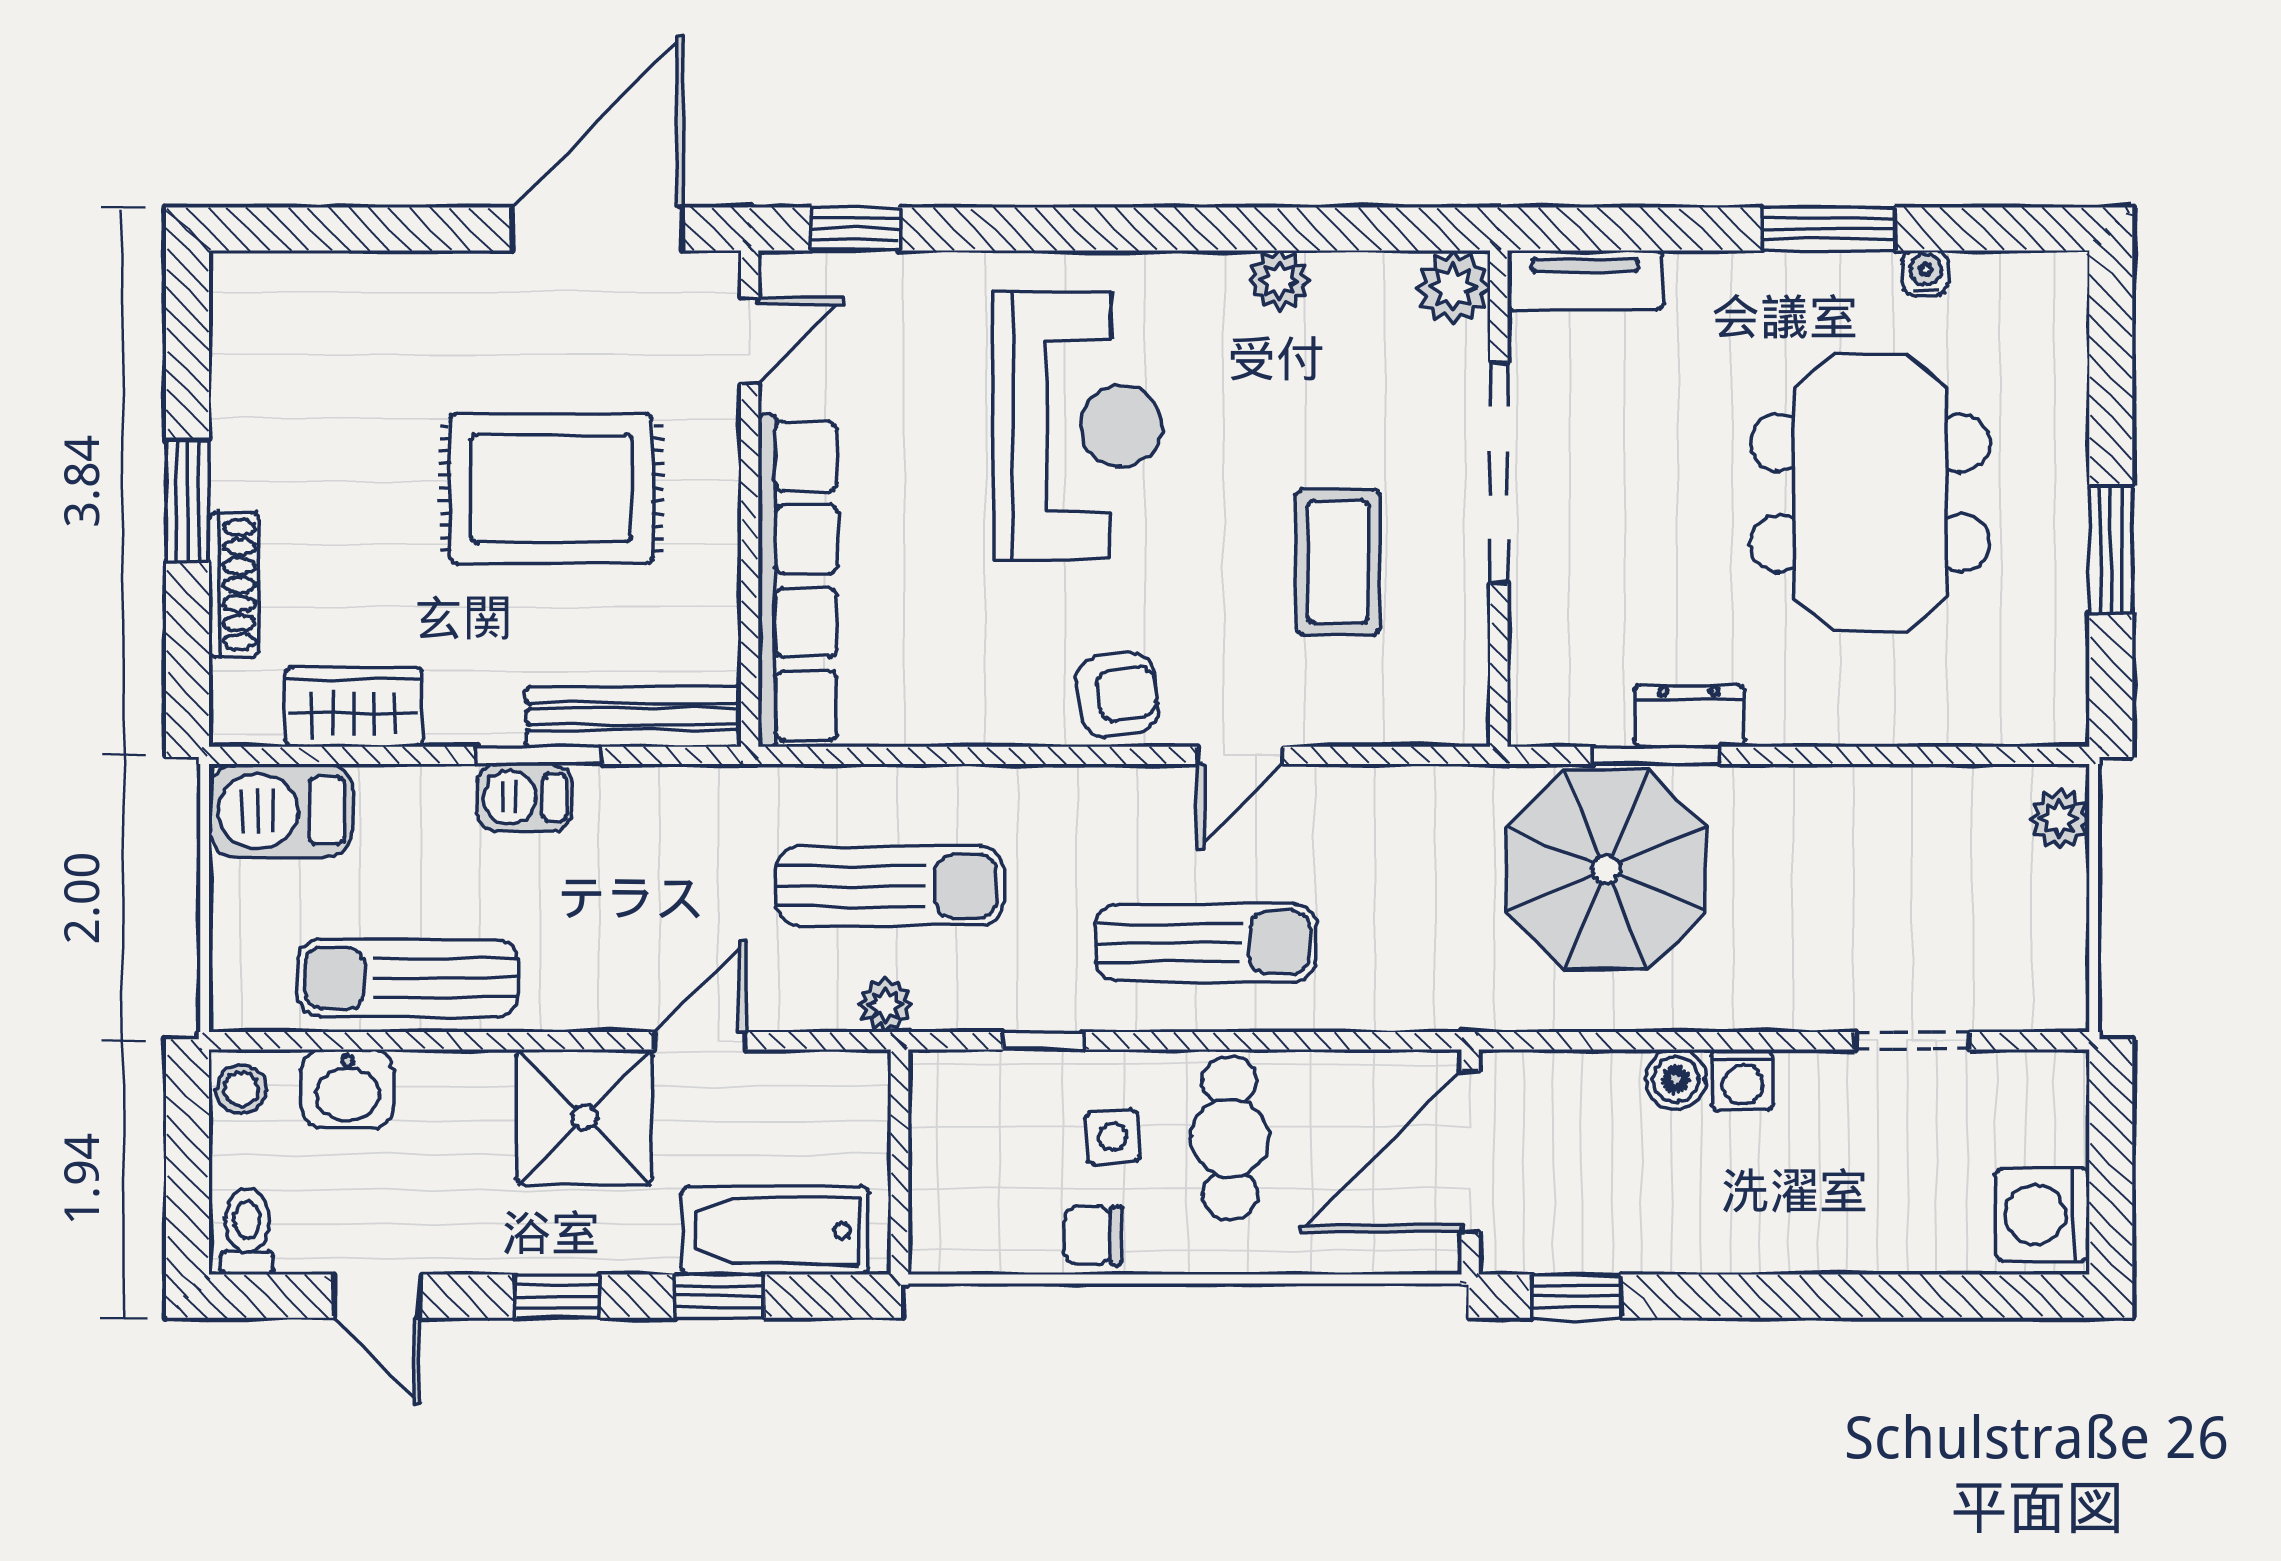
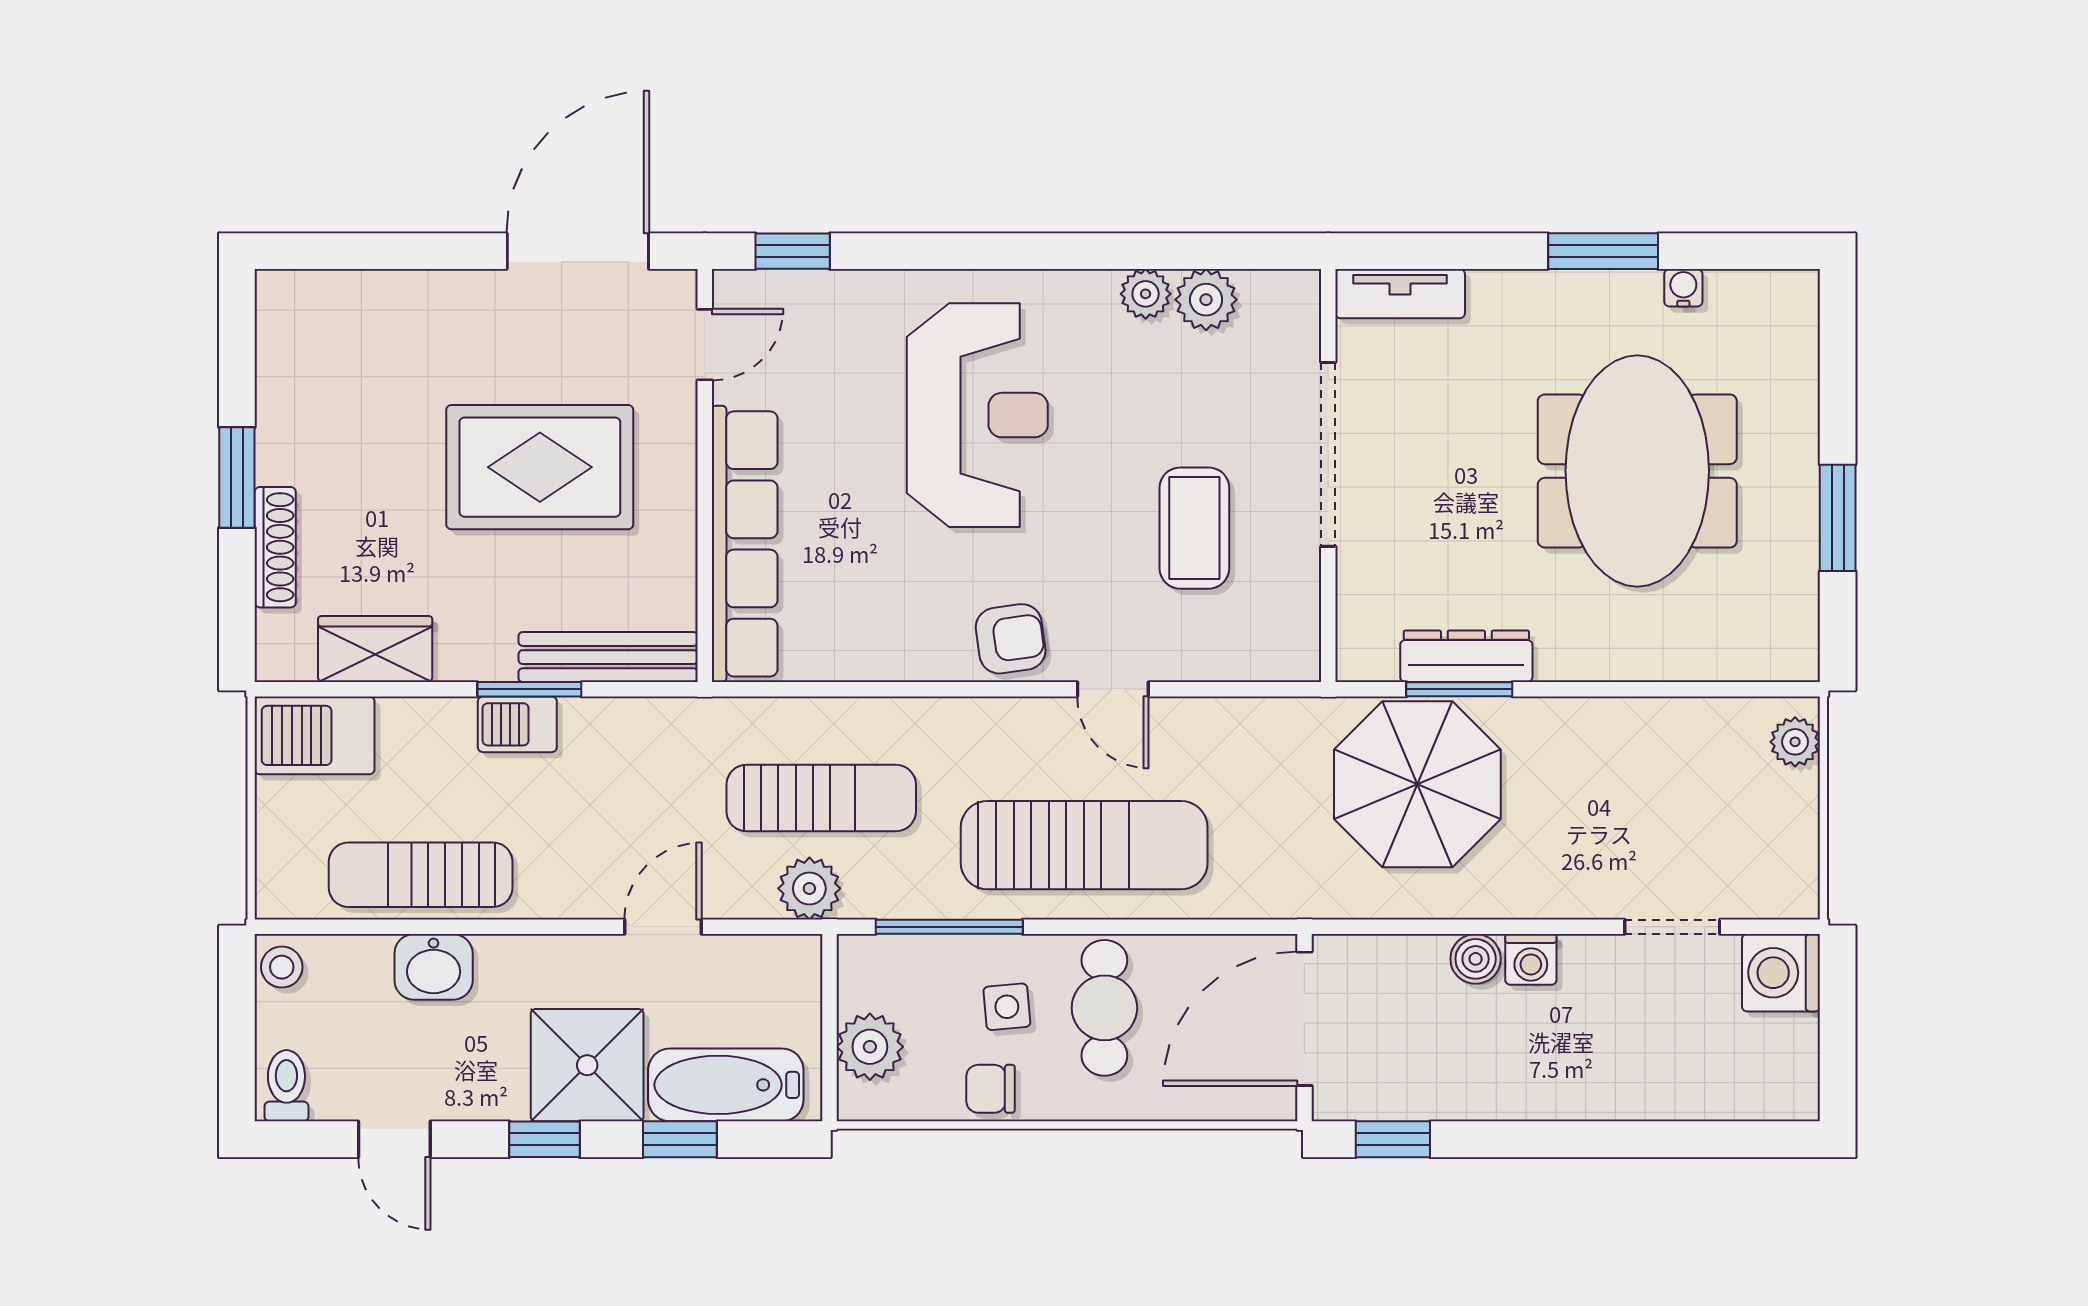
plant: (1453, 287) -> (1206, 300), moved
dresser: (1689, 716) -> (1466, 656), width x1.44
door: (1240, 755) -> (1113, 689), hinge flipped
sun lounger: (1206, 943) -> (1084, 845), width x1.36, depth x1.34
plant: (886, 1005) -> (809, 888), width x1.38, depth x1.38
window: (1043, 1041) -> (949, 927), width x2.17
washbasin: (348, 1089) -> (434, 967), moved
shower: (585, 1117) -> (587, 1065), moved
plant: (948, 1185) -> (870, 1047), added
washing machine: (2043, 1215) -> (1781, 973), moved

